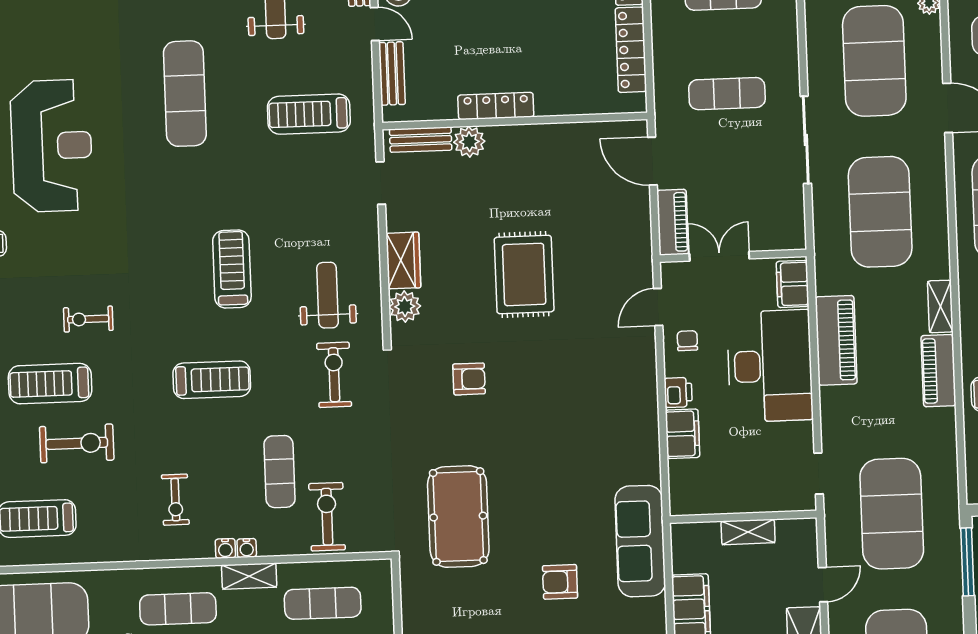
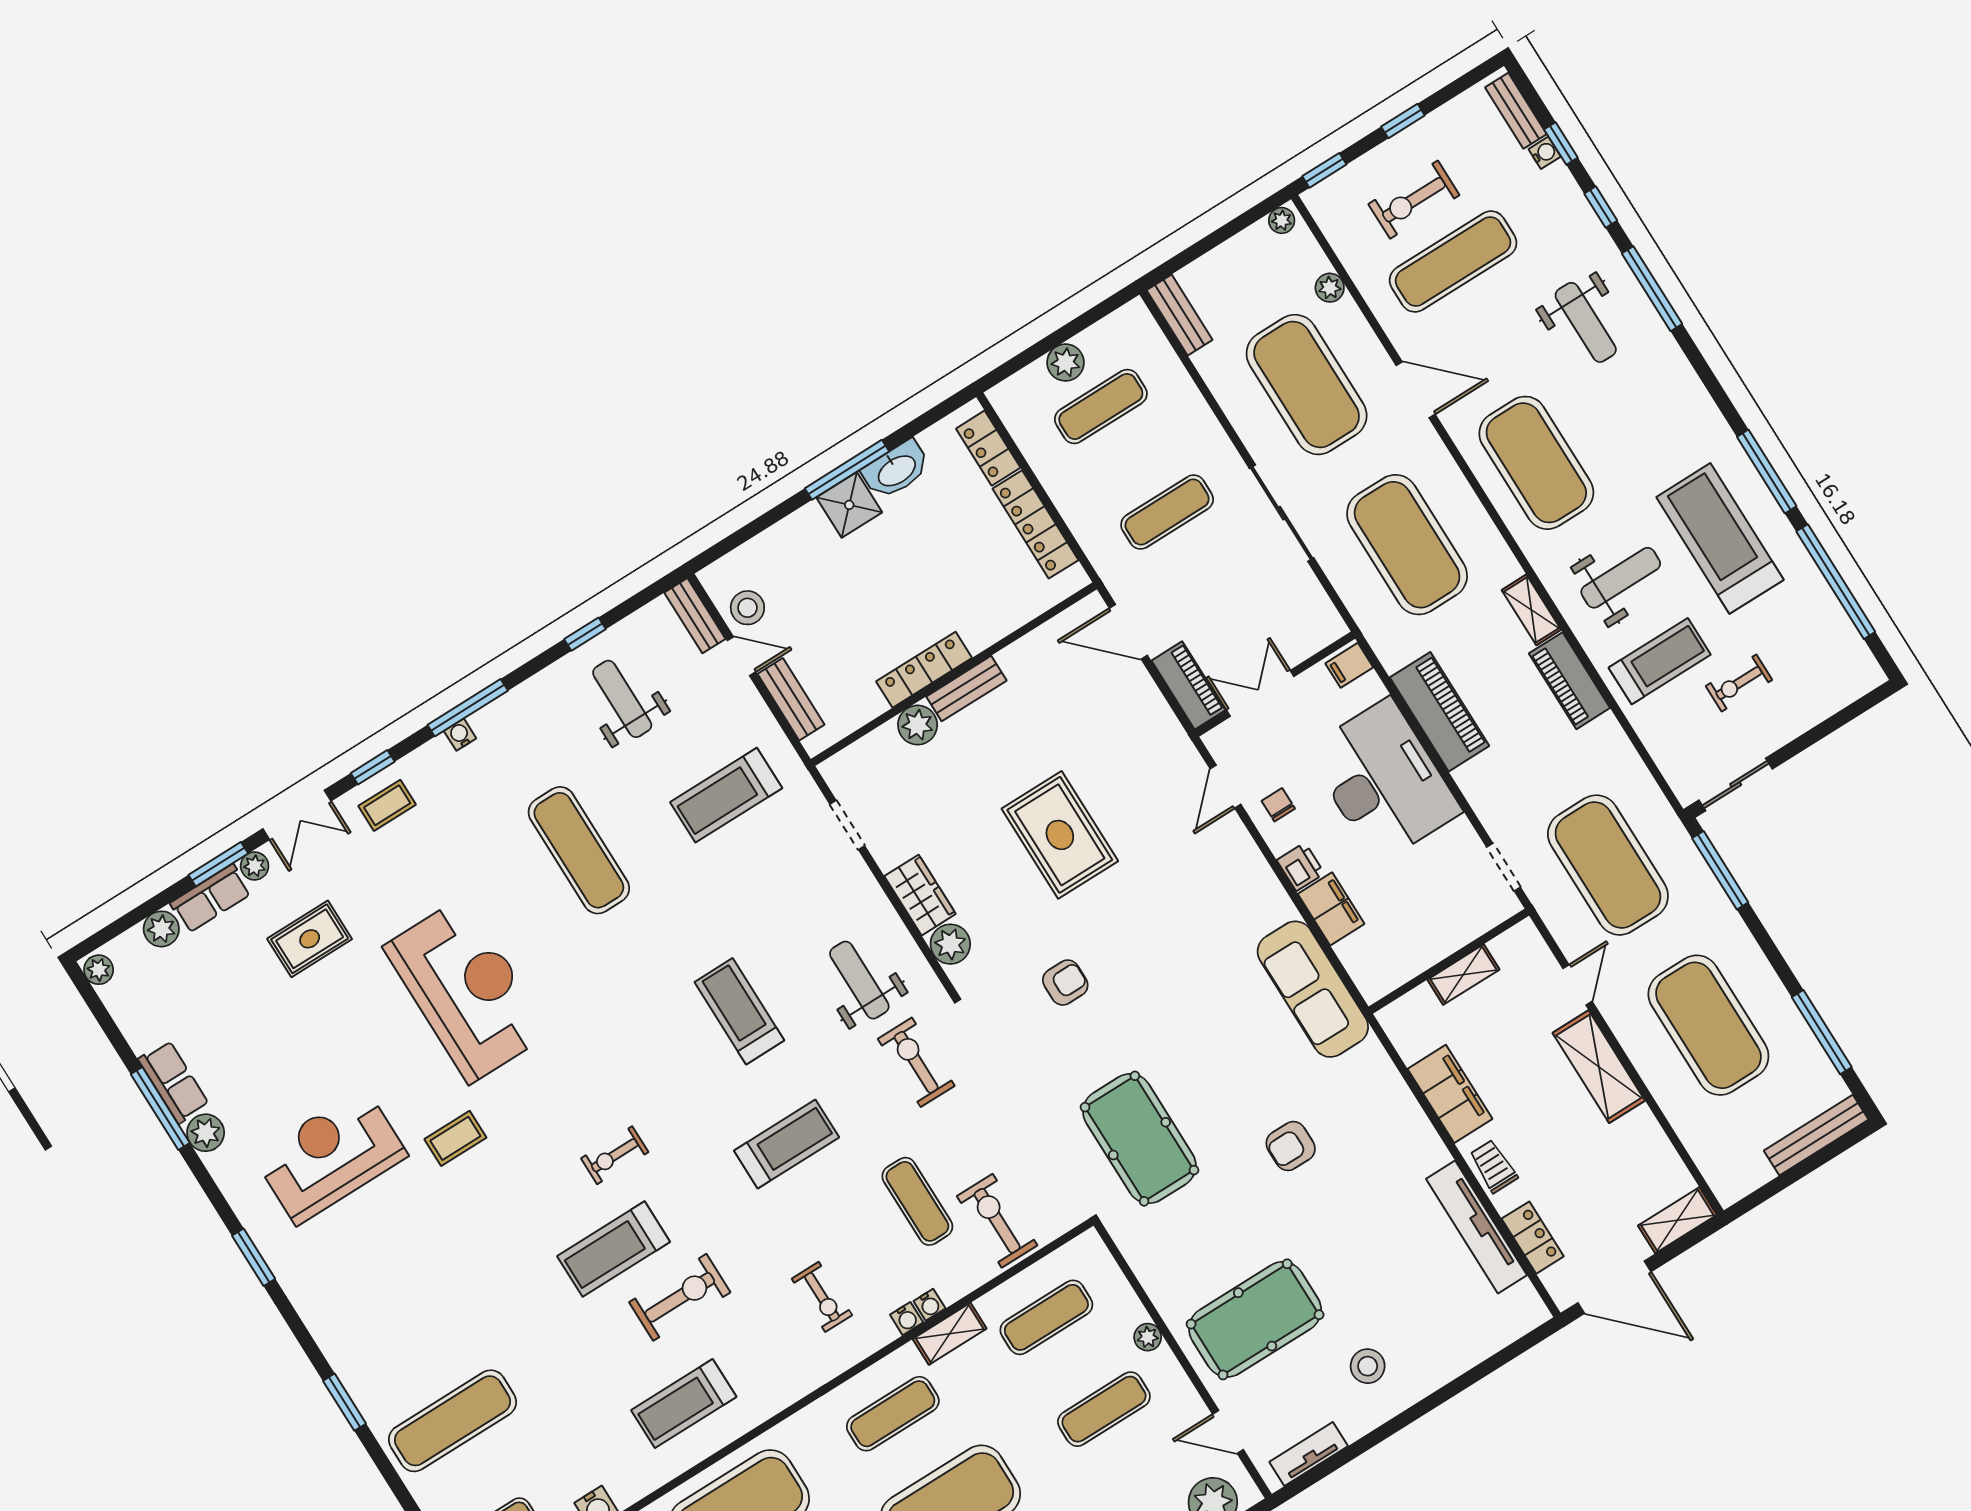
bench: (421, 140) -> (966, 689), moved
filing cabinet: (793, 284) -> (1349, 665), width x0.50
sofa: (640, 541) -> (1313, 989), moved

